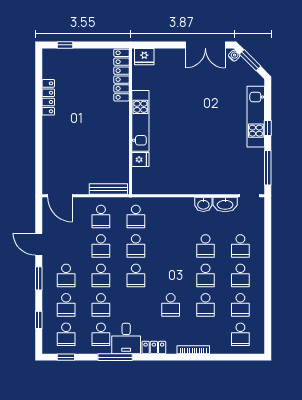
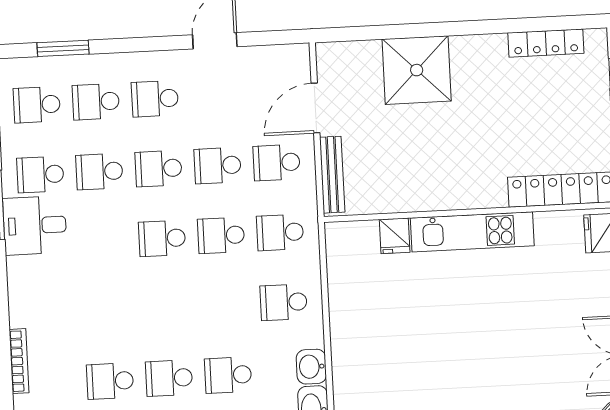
locker: (48, 97) -> (546, 43), moved
shower: (58, 144) -> (417, 70), added
door: (60, 196) -> (315, 108), moved
window: (39, 278) -> (146, 44), removed
school desk: (171, 305) -> (284, 302), moved
window: (39, 320) -> (63, 48), width x1.50
locker: (154, 348) -> (19, 282), removed

